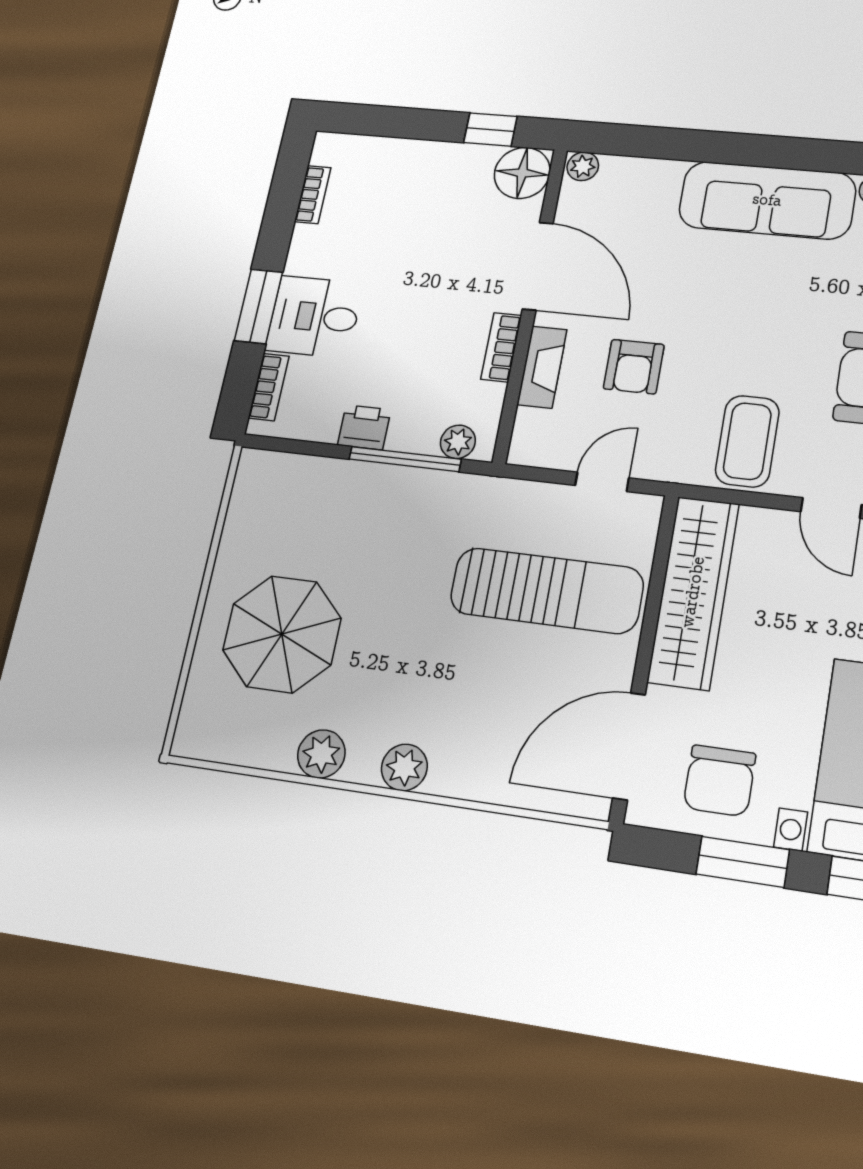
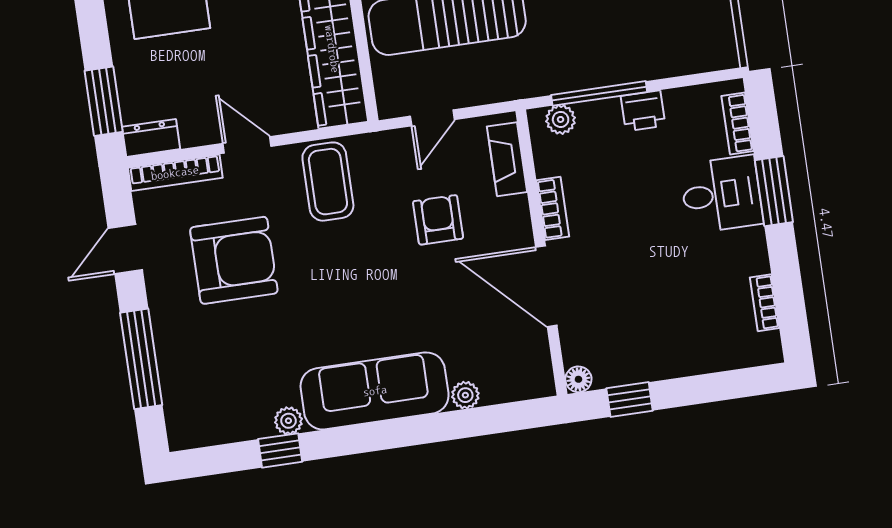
plant: (583, 166) -> (465, 395), moved
floor lamp: (522, 173) -> (578, 379), width x0.53, depth x0.53
fireplace: (542, 367) -> (507, 159), moved

